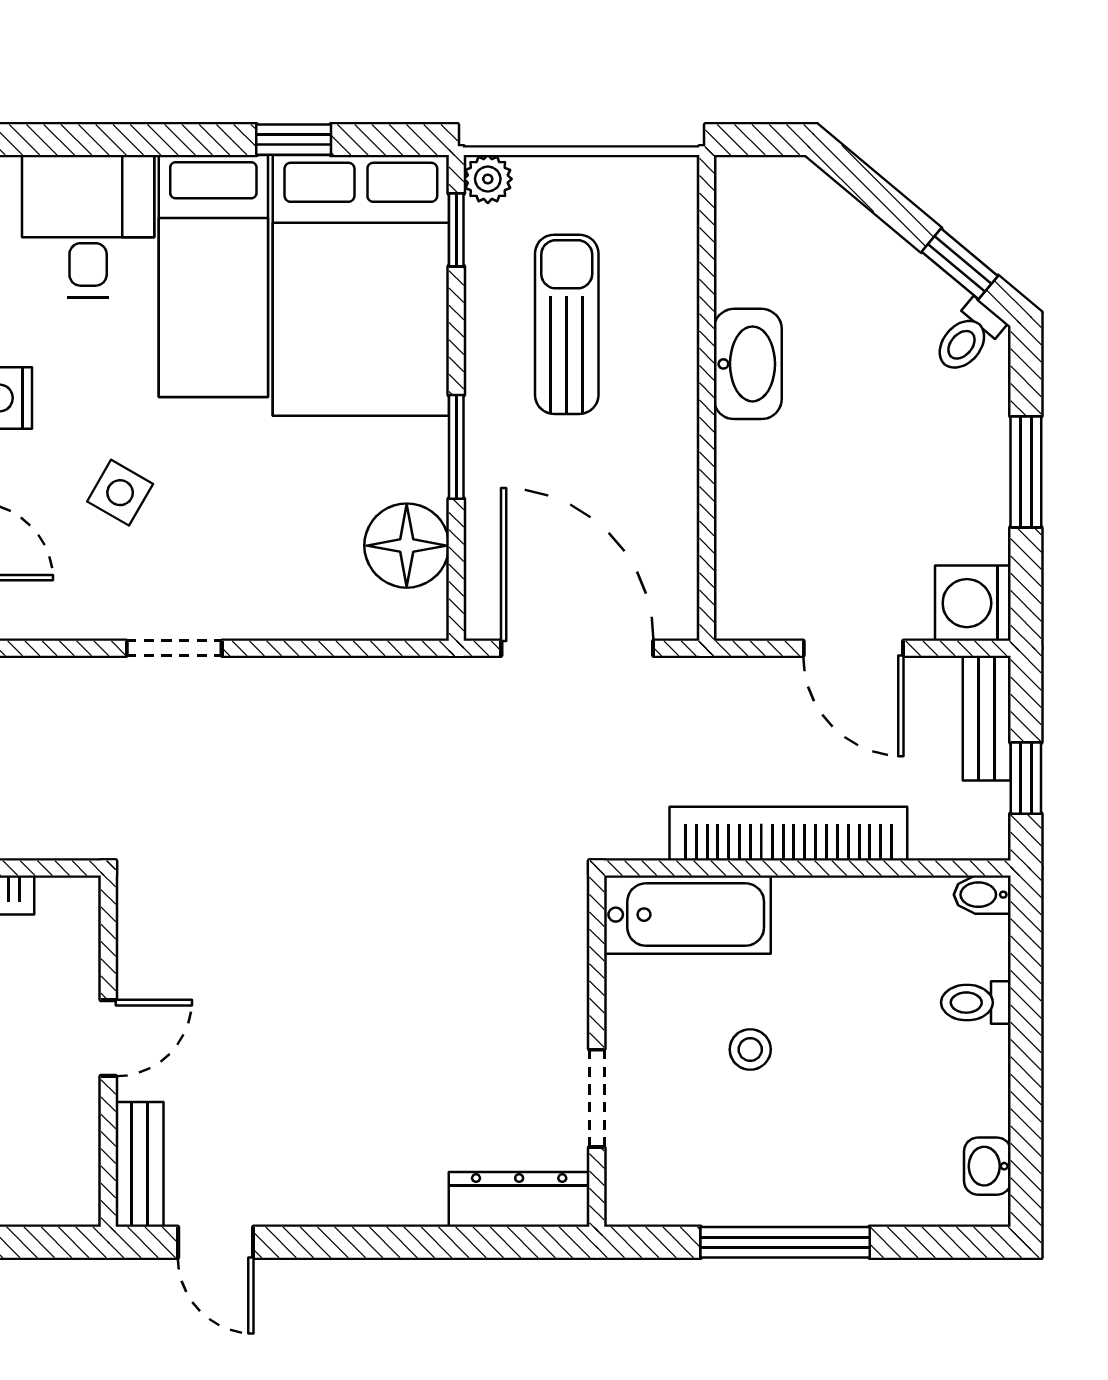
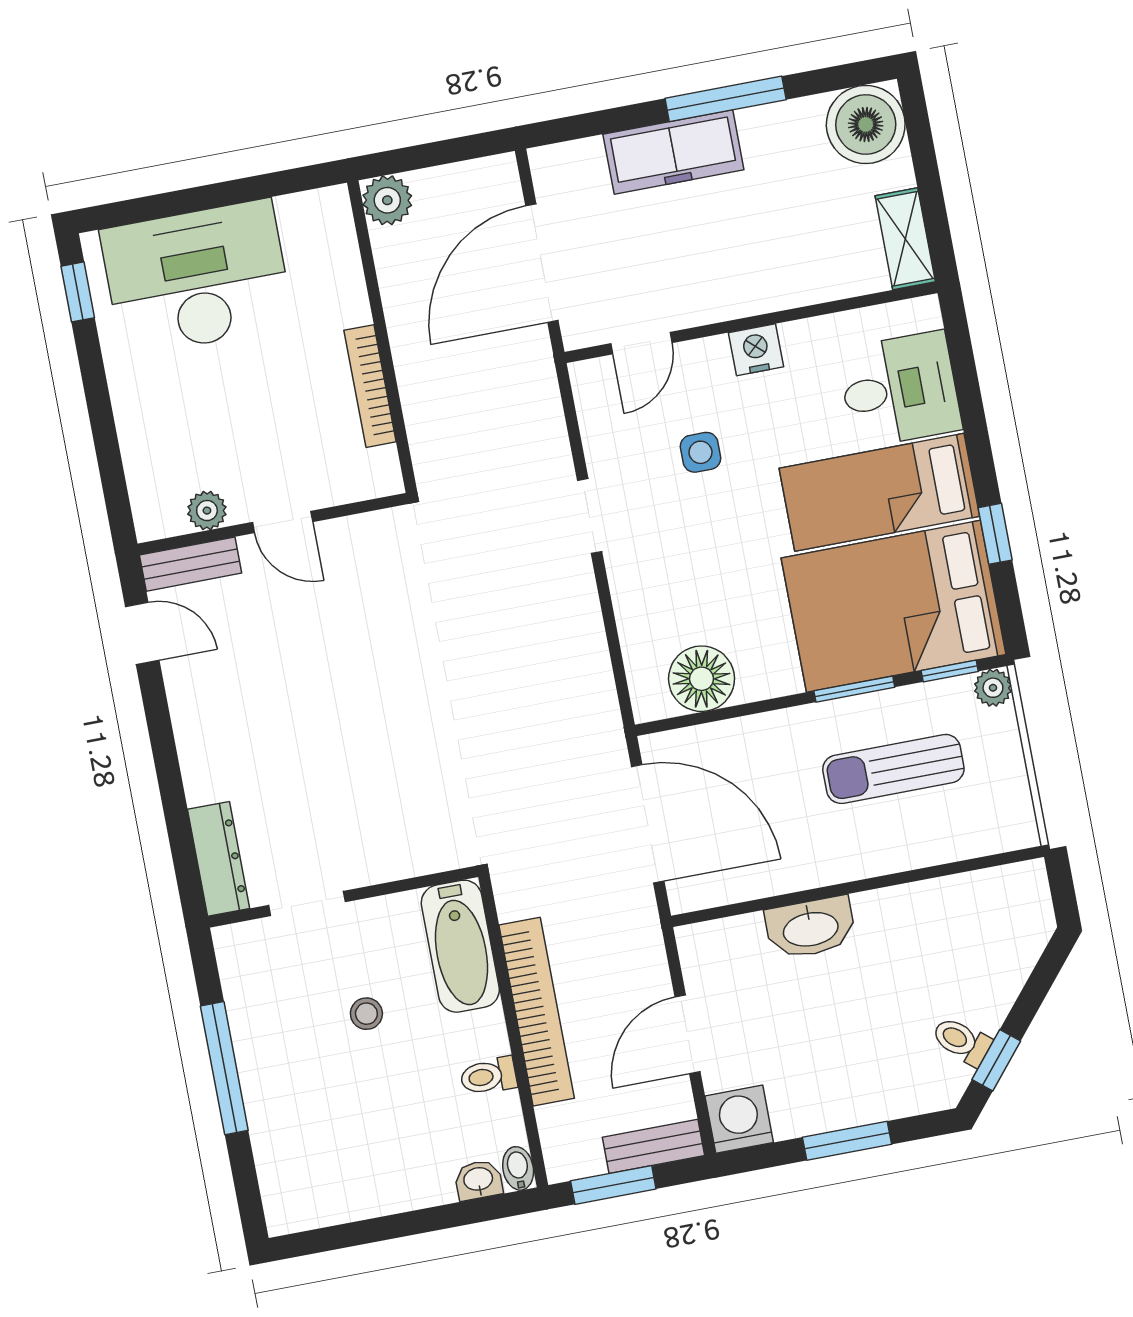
sun lounger: (567, 324) -> (893, 769), turned 180
toilet: (968, 337) -> (962, 1041), moved
washbasin: (748, 364) -> (810, 928), moved
window: (456, 447) -> (854, 689), moved
side table: (120, 493) -> (700, 452), turned -30
door: (577, 648) -> (648, 824), hinge flipped
window: (1026, 778) -> (613, 1185), width x1.50
toilet: (976, 1003) -> (488, 1076), moved, turned -90
plant: (76, 1131) -> (207, 511), added
washbasin: (987, 1166) -> (478, 1180), moved
door: (216, 1242) -> (142, 633), swing flipped

